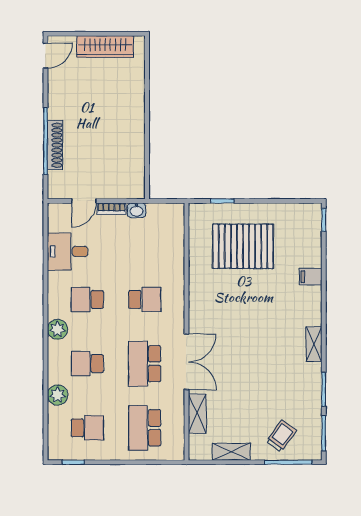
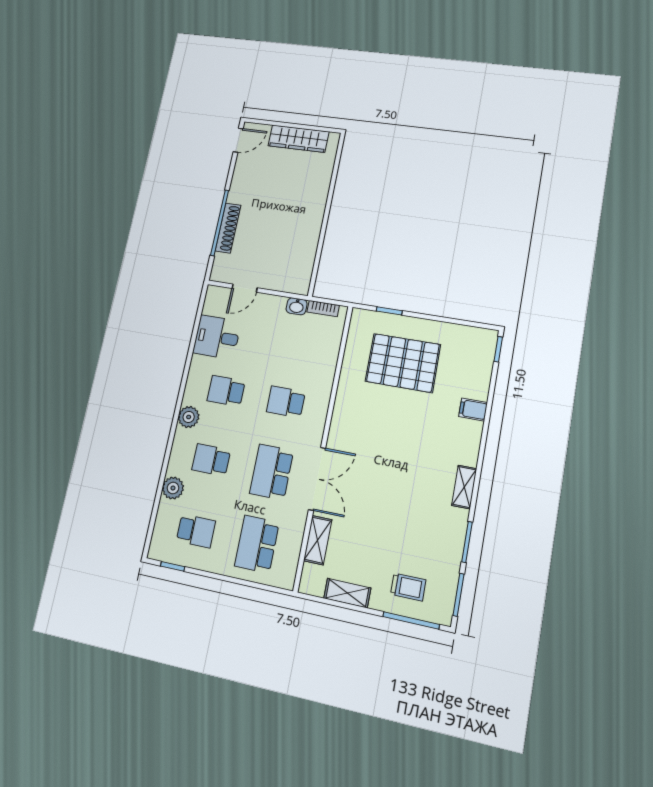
bookcase: (111, 209) -> (323, 309), moved
school desk: (145, 299) -> (286, 402), turned 180
trolley: (281, 436) -> (408, 587), turned 54

